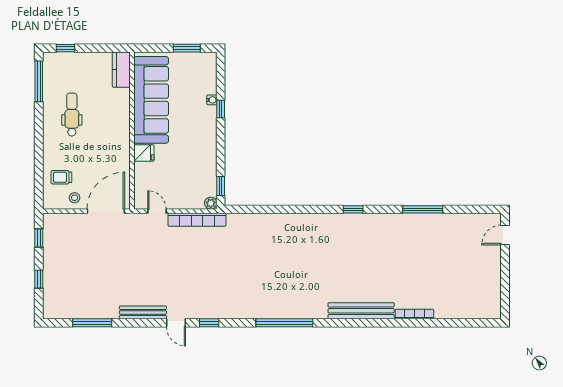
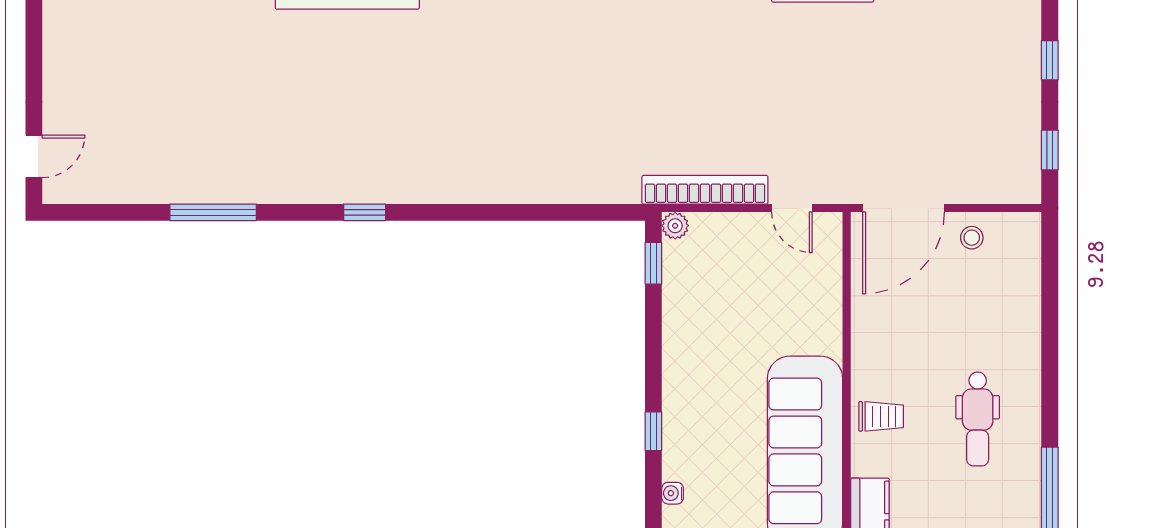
water cooler: (212, 100) -> (673, 493), moved
fridge: (144, 153) -> (821, 335), removed
trolley: (61, 177) -> (881, 416), moved

